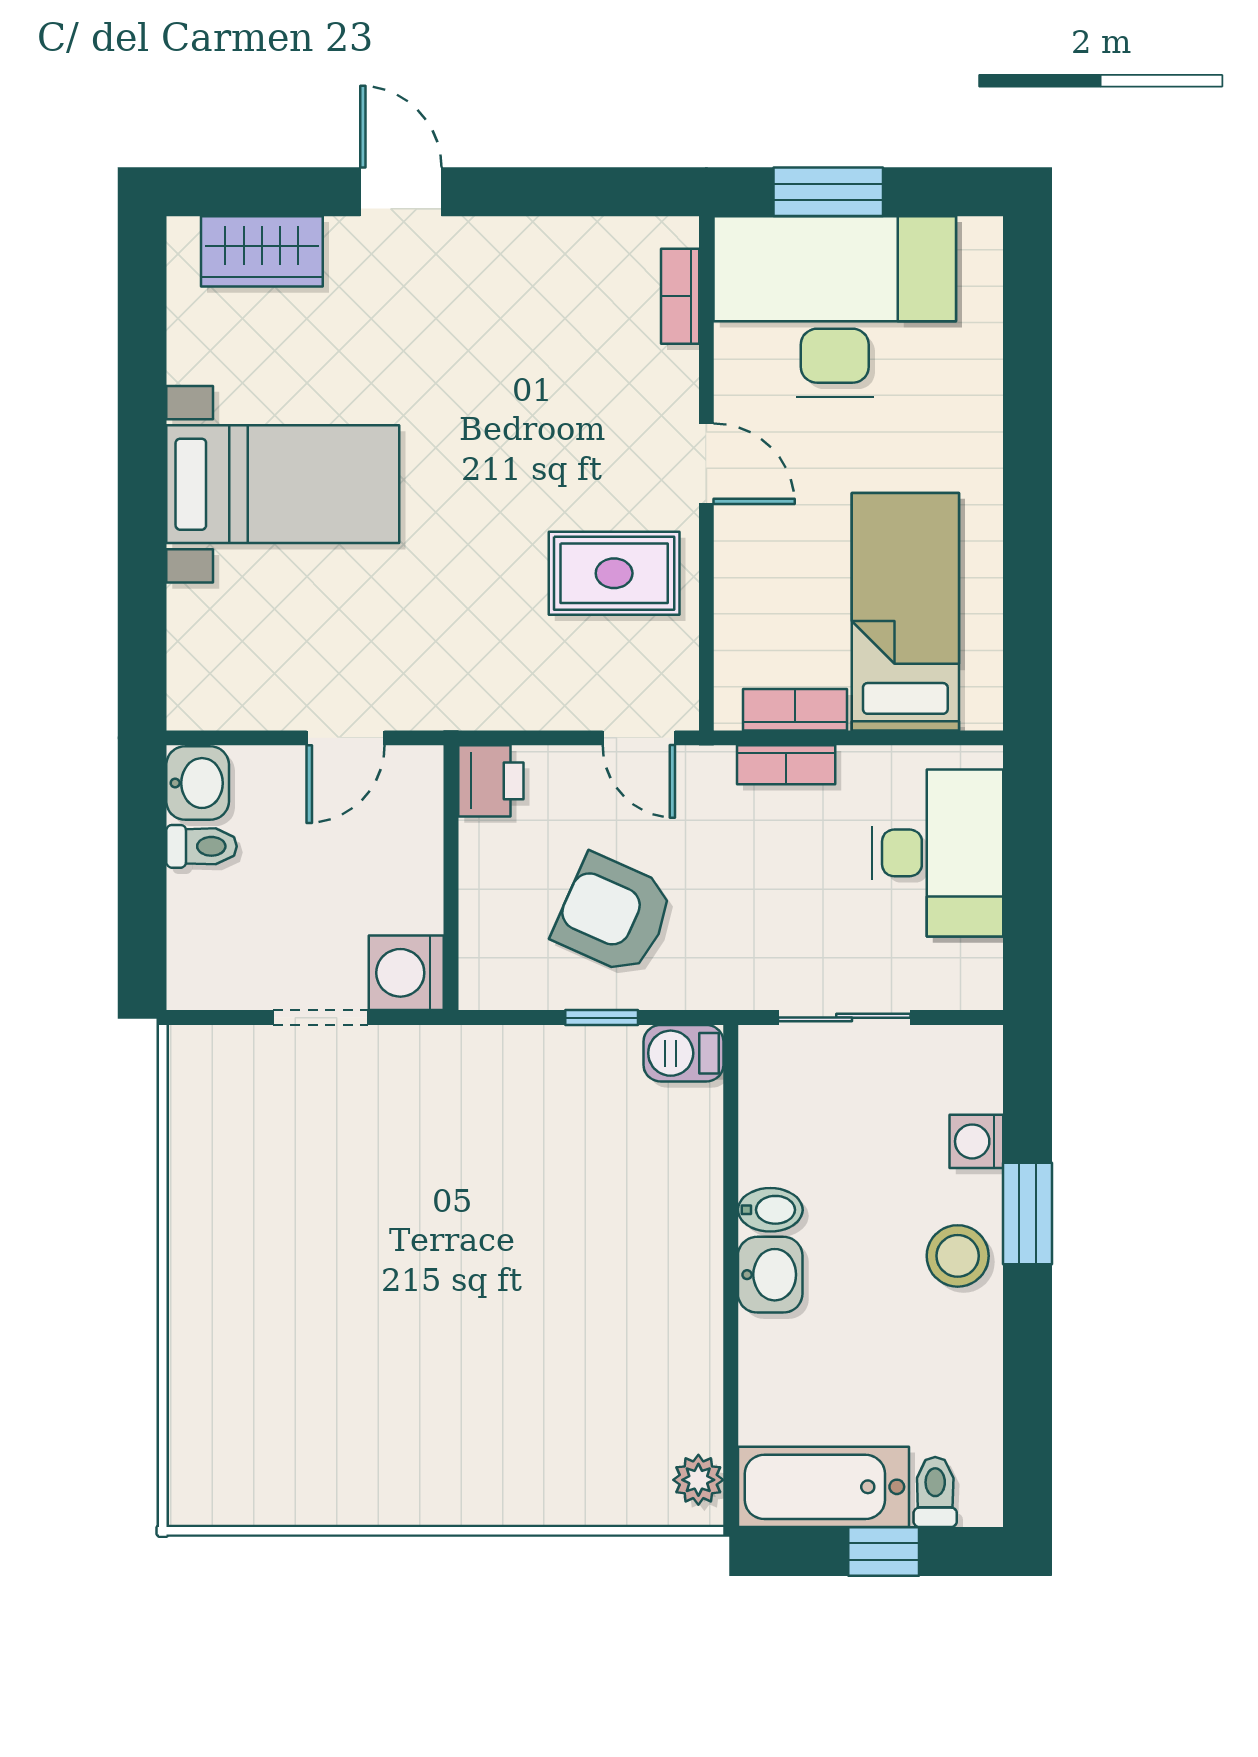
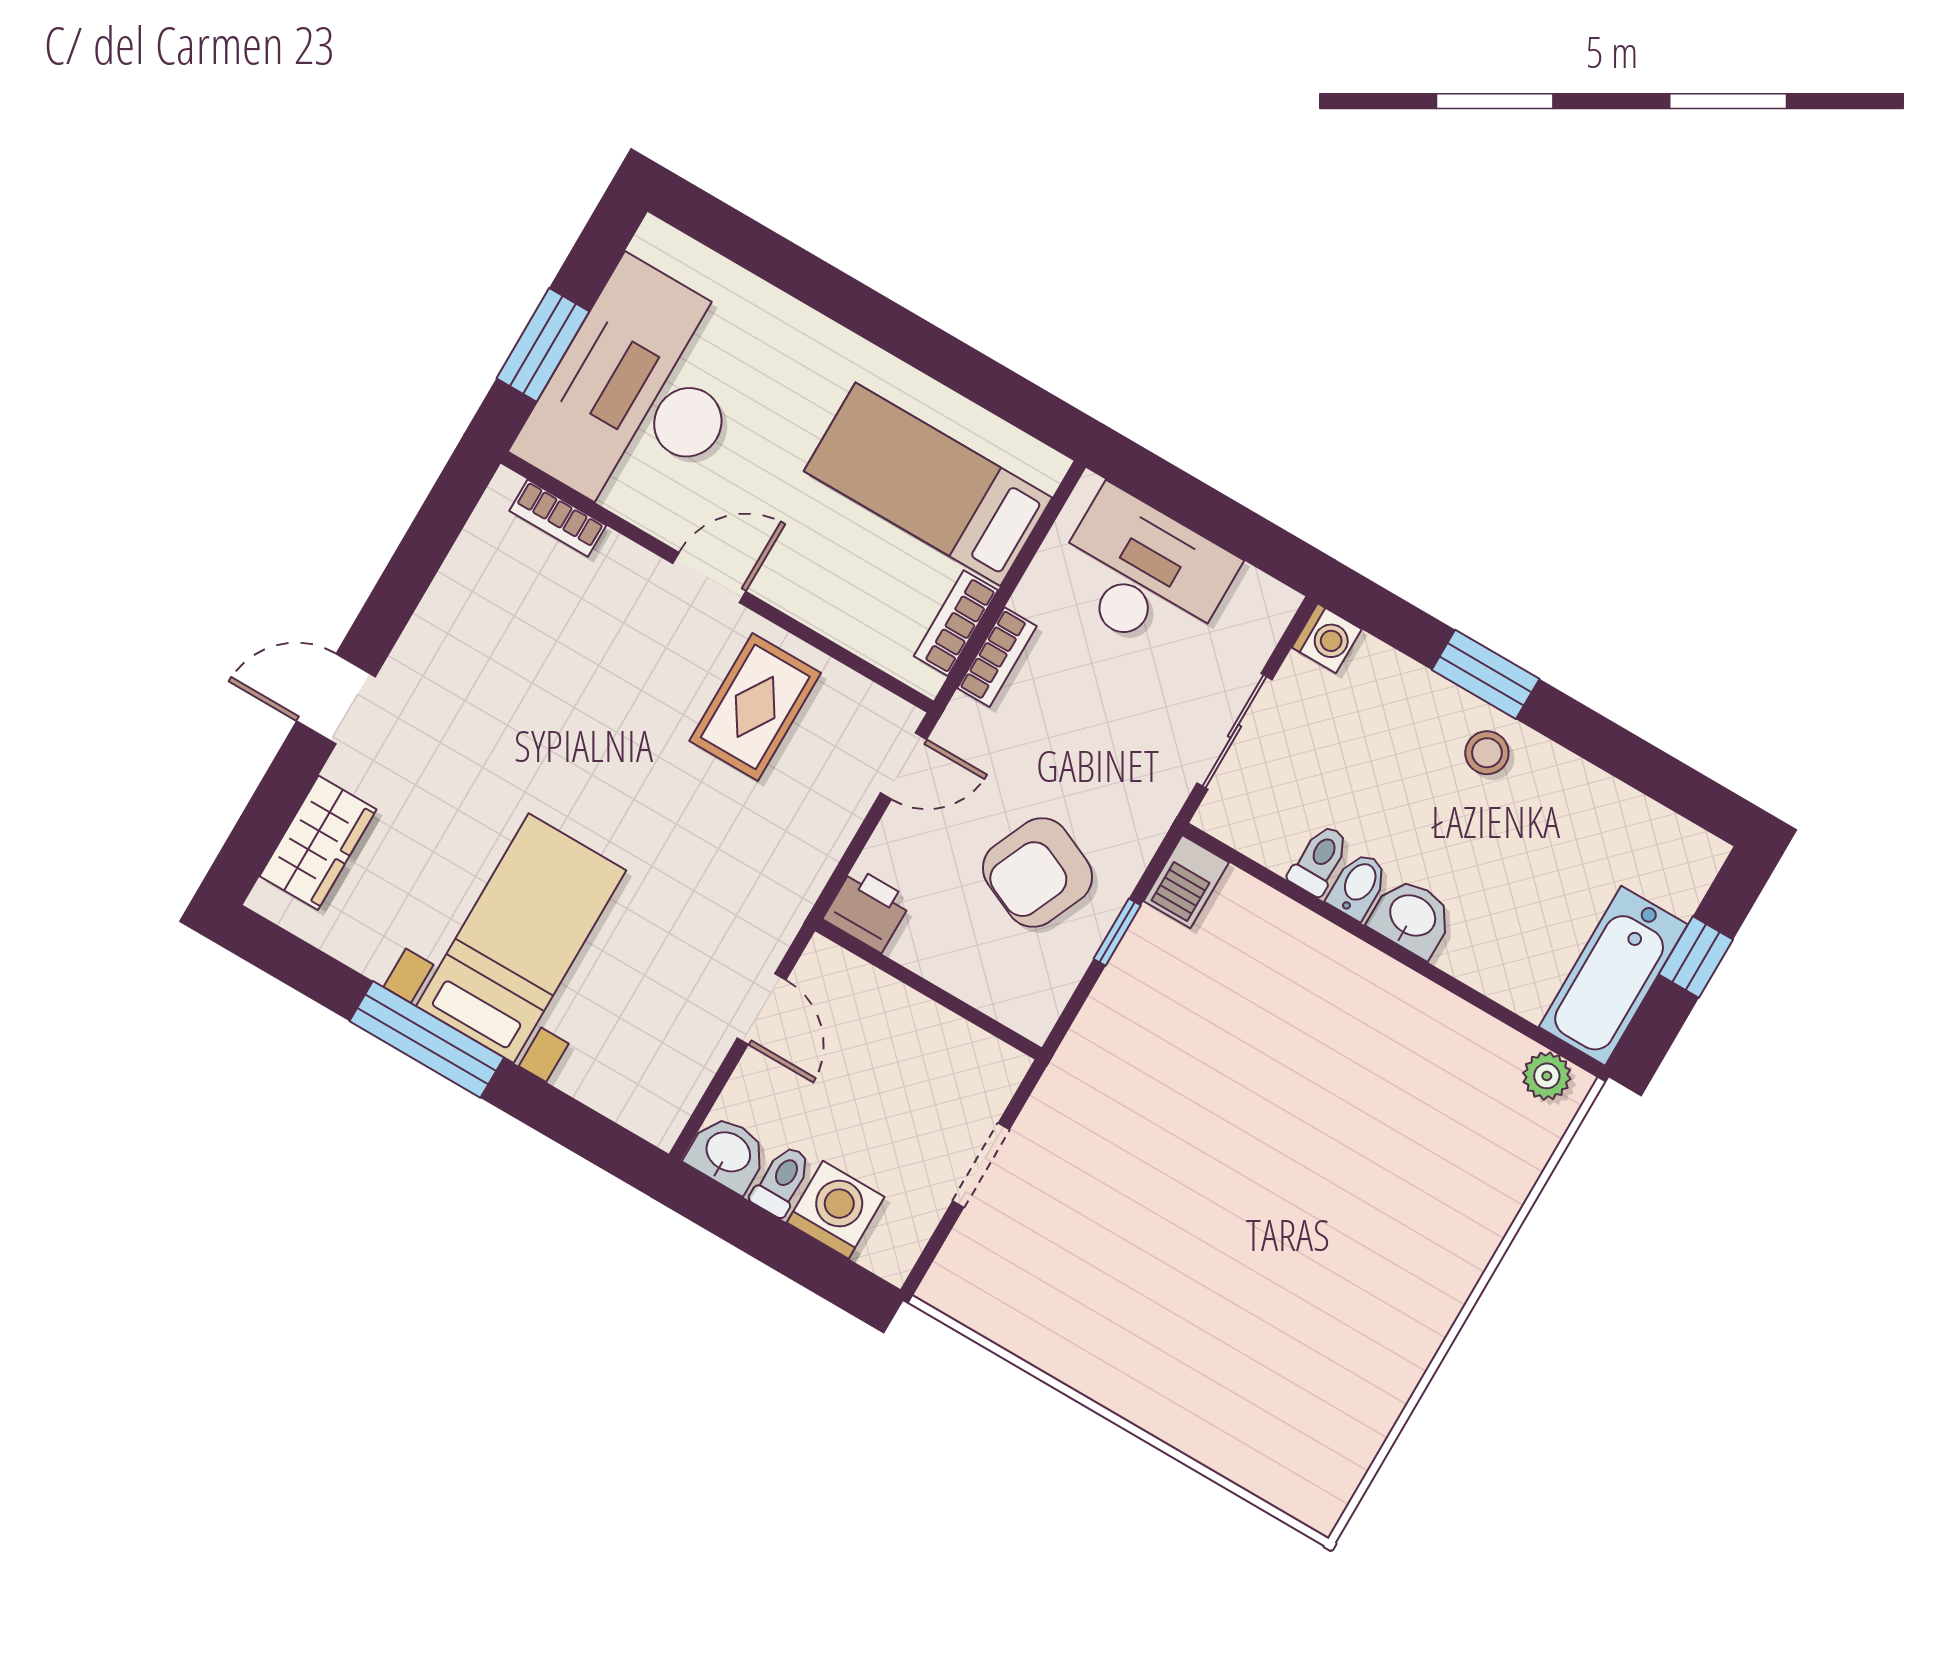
window: (142, 452) -> (427, 1039), added
washing machine: (406, 973) -> (836, 1210), moved, turned 180
washing machine: (976, 1141) -> (1327, 638), moved, turned -90
stool: (958, 1256) -> (1487, 753), width x0.73, depth x0.73
toilet: (935, 1492) -> (1319, 860), moved, turned 90

